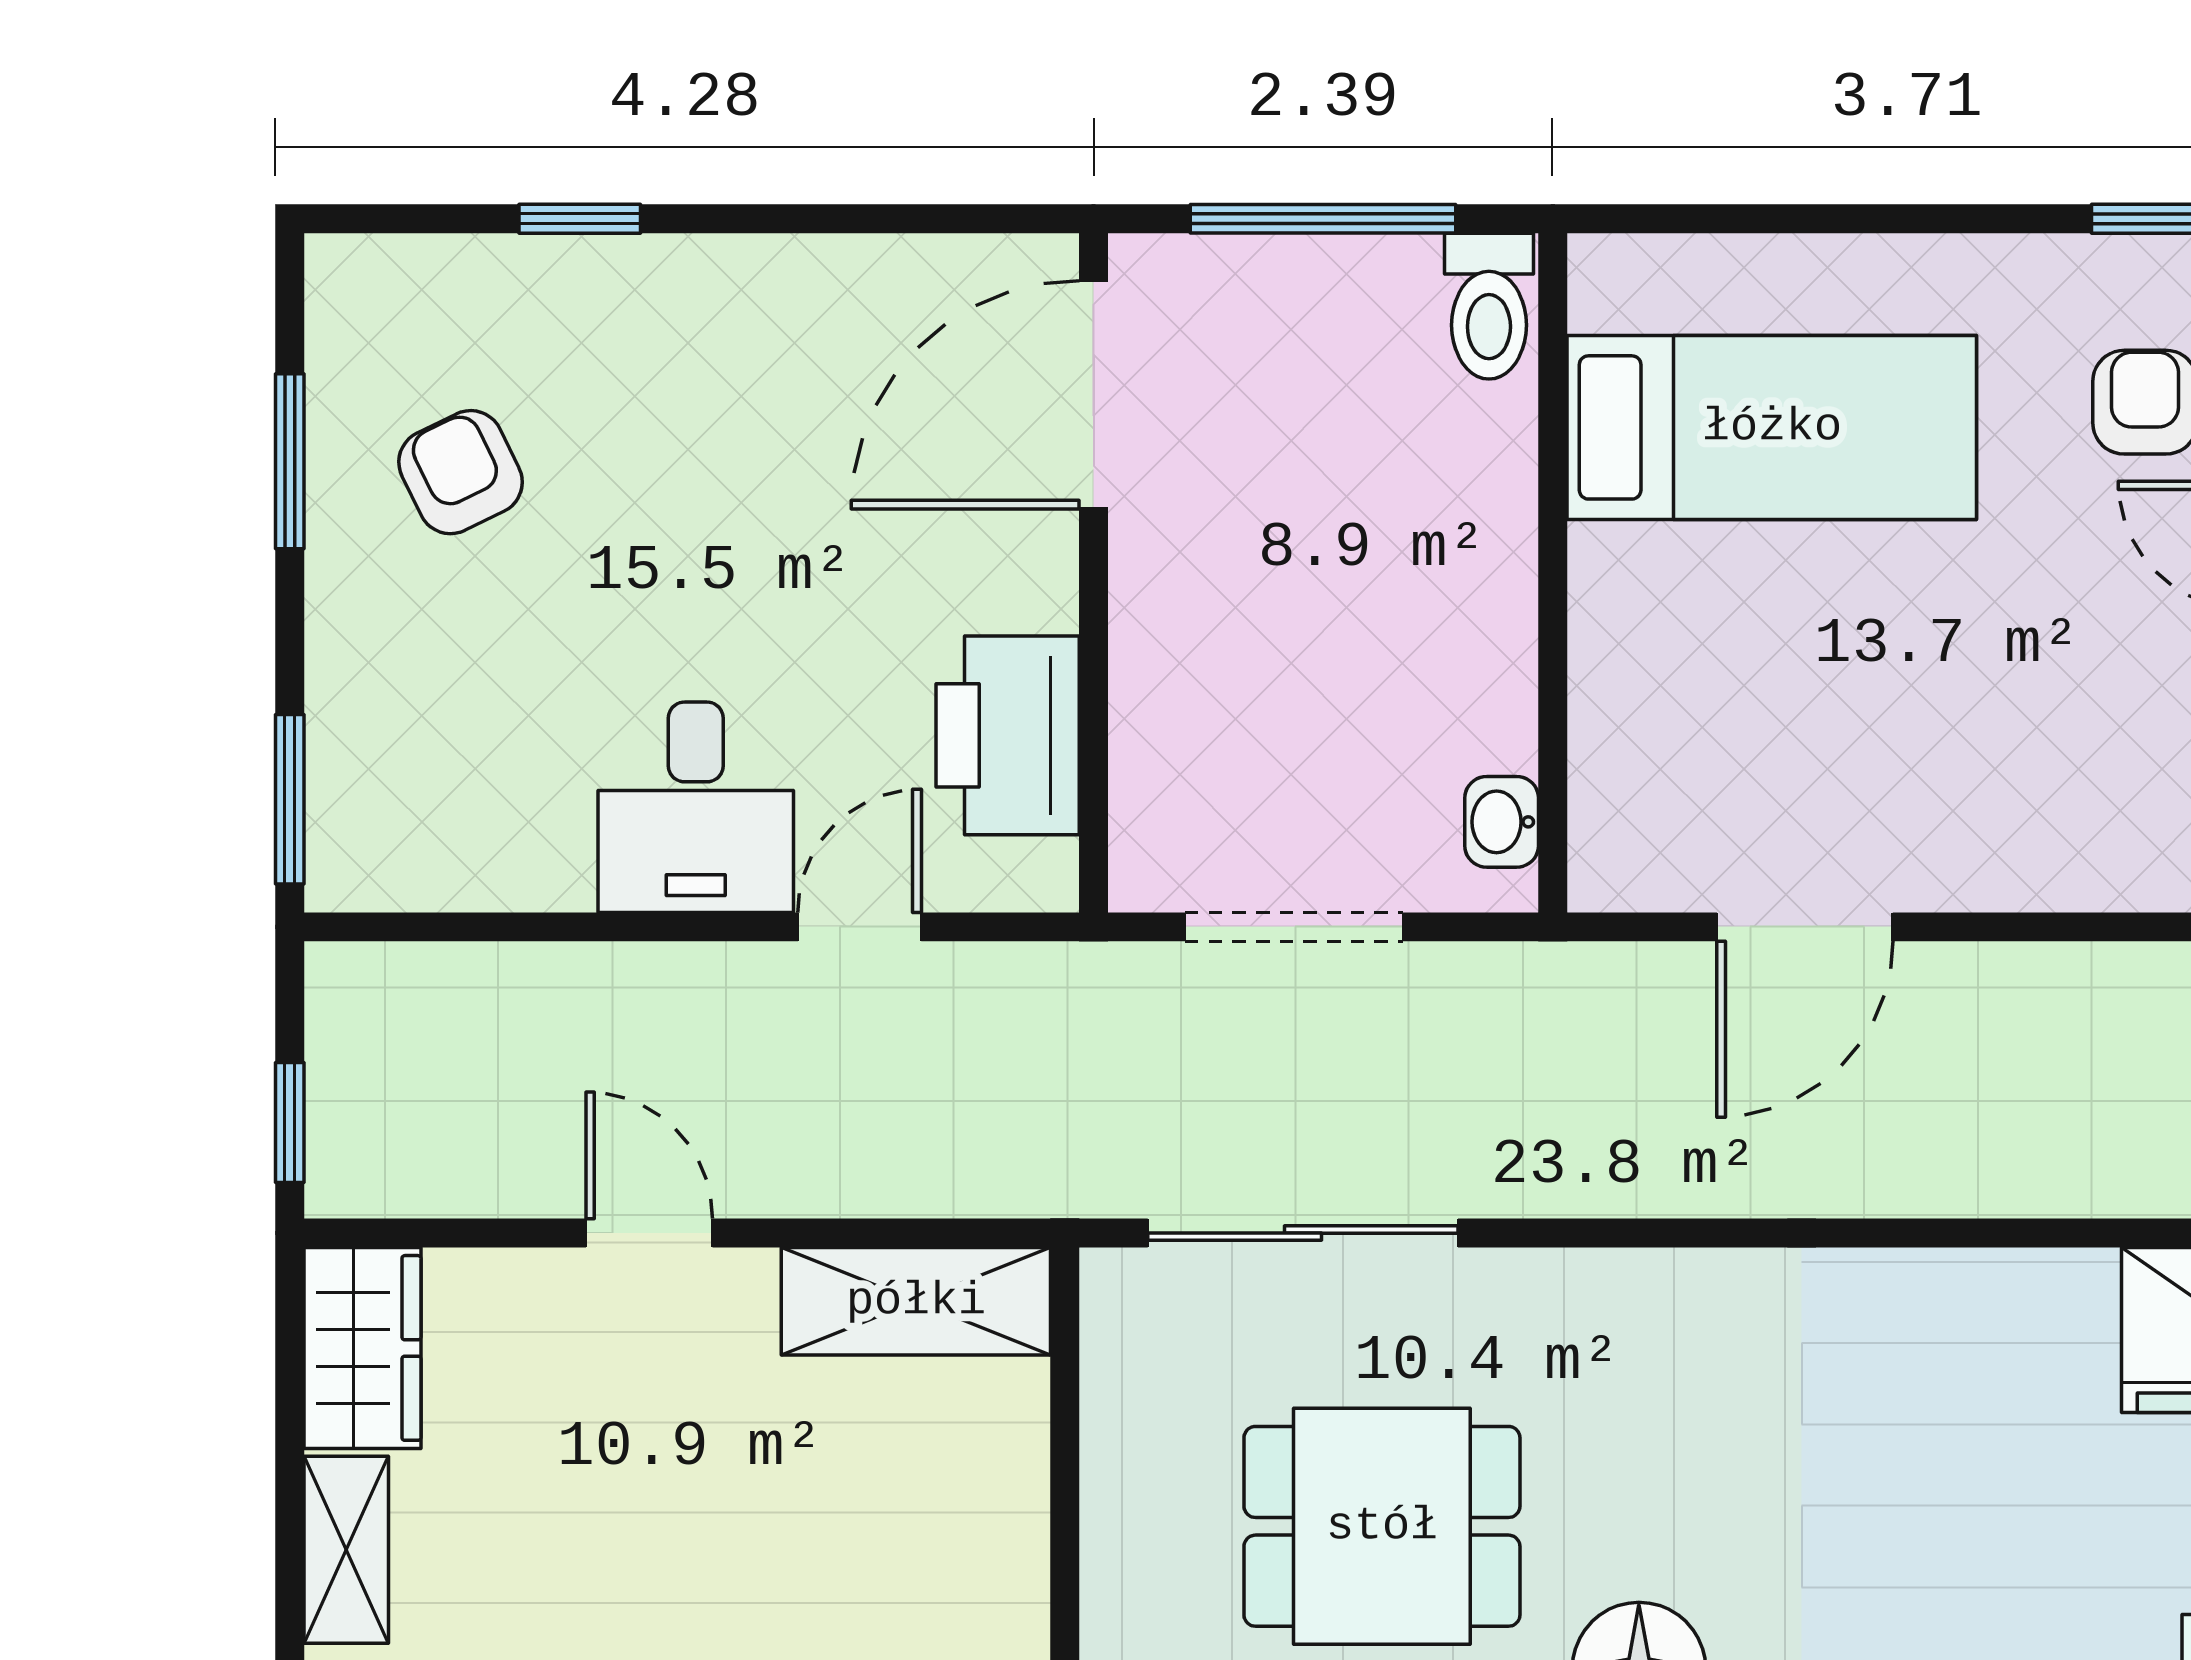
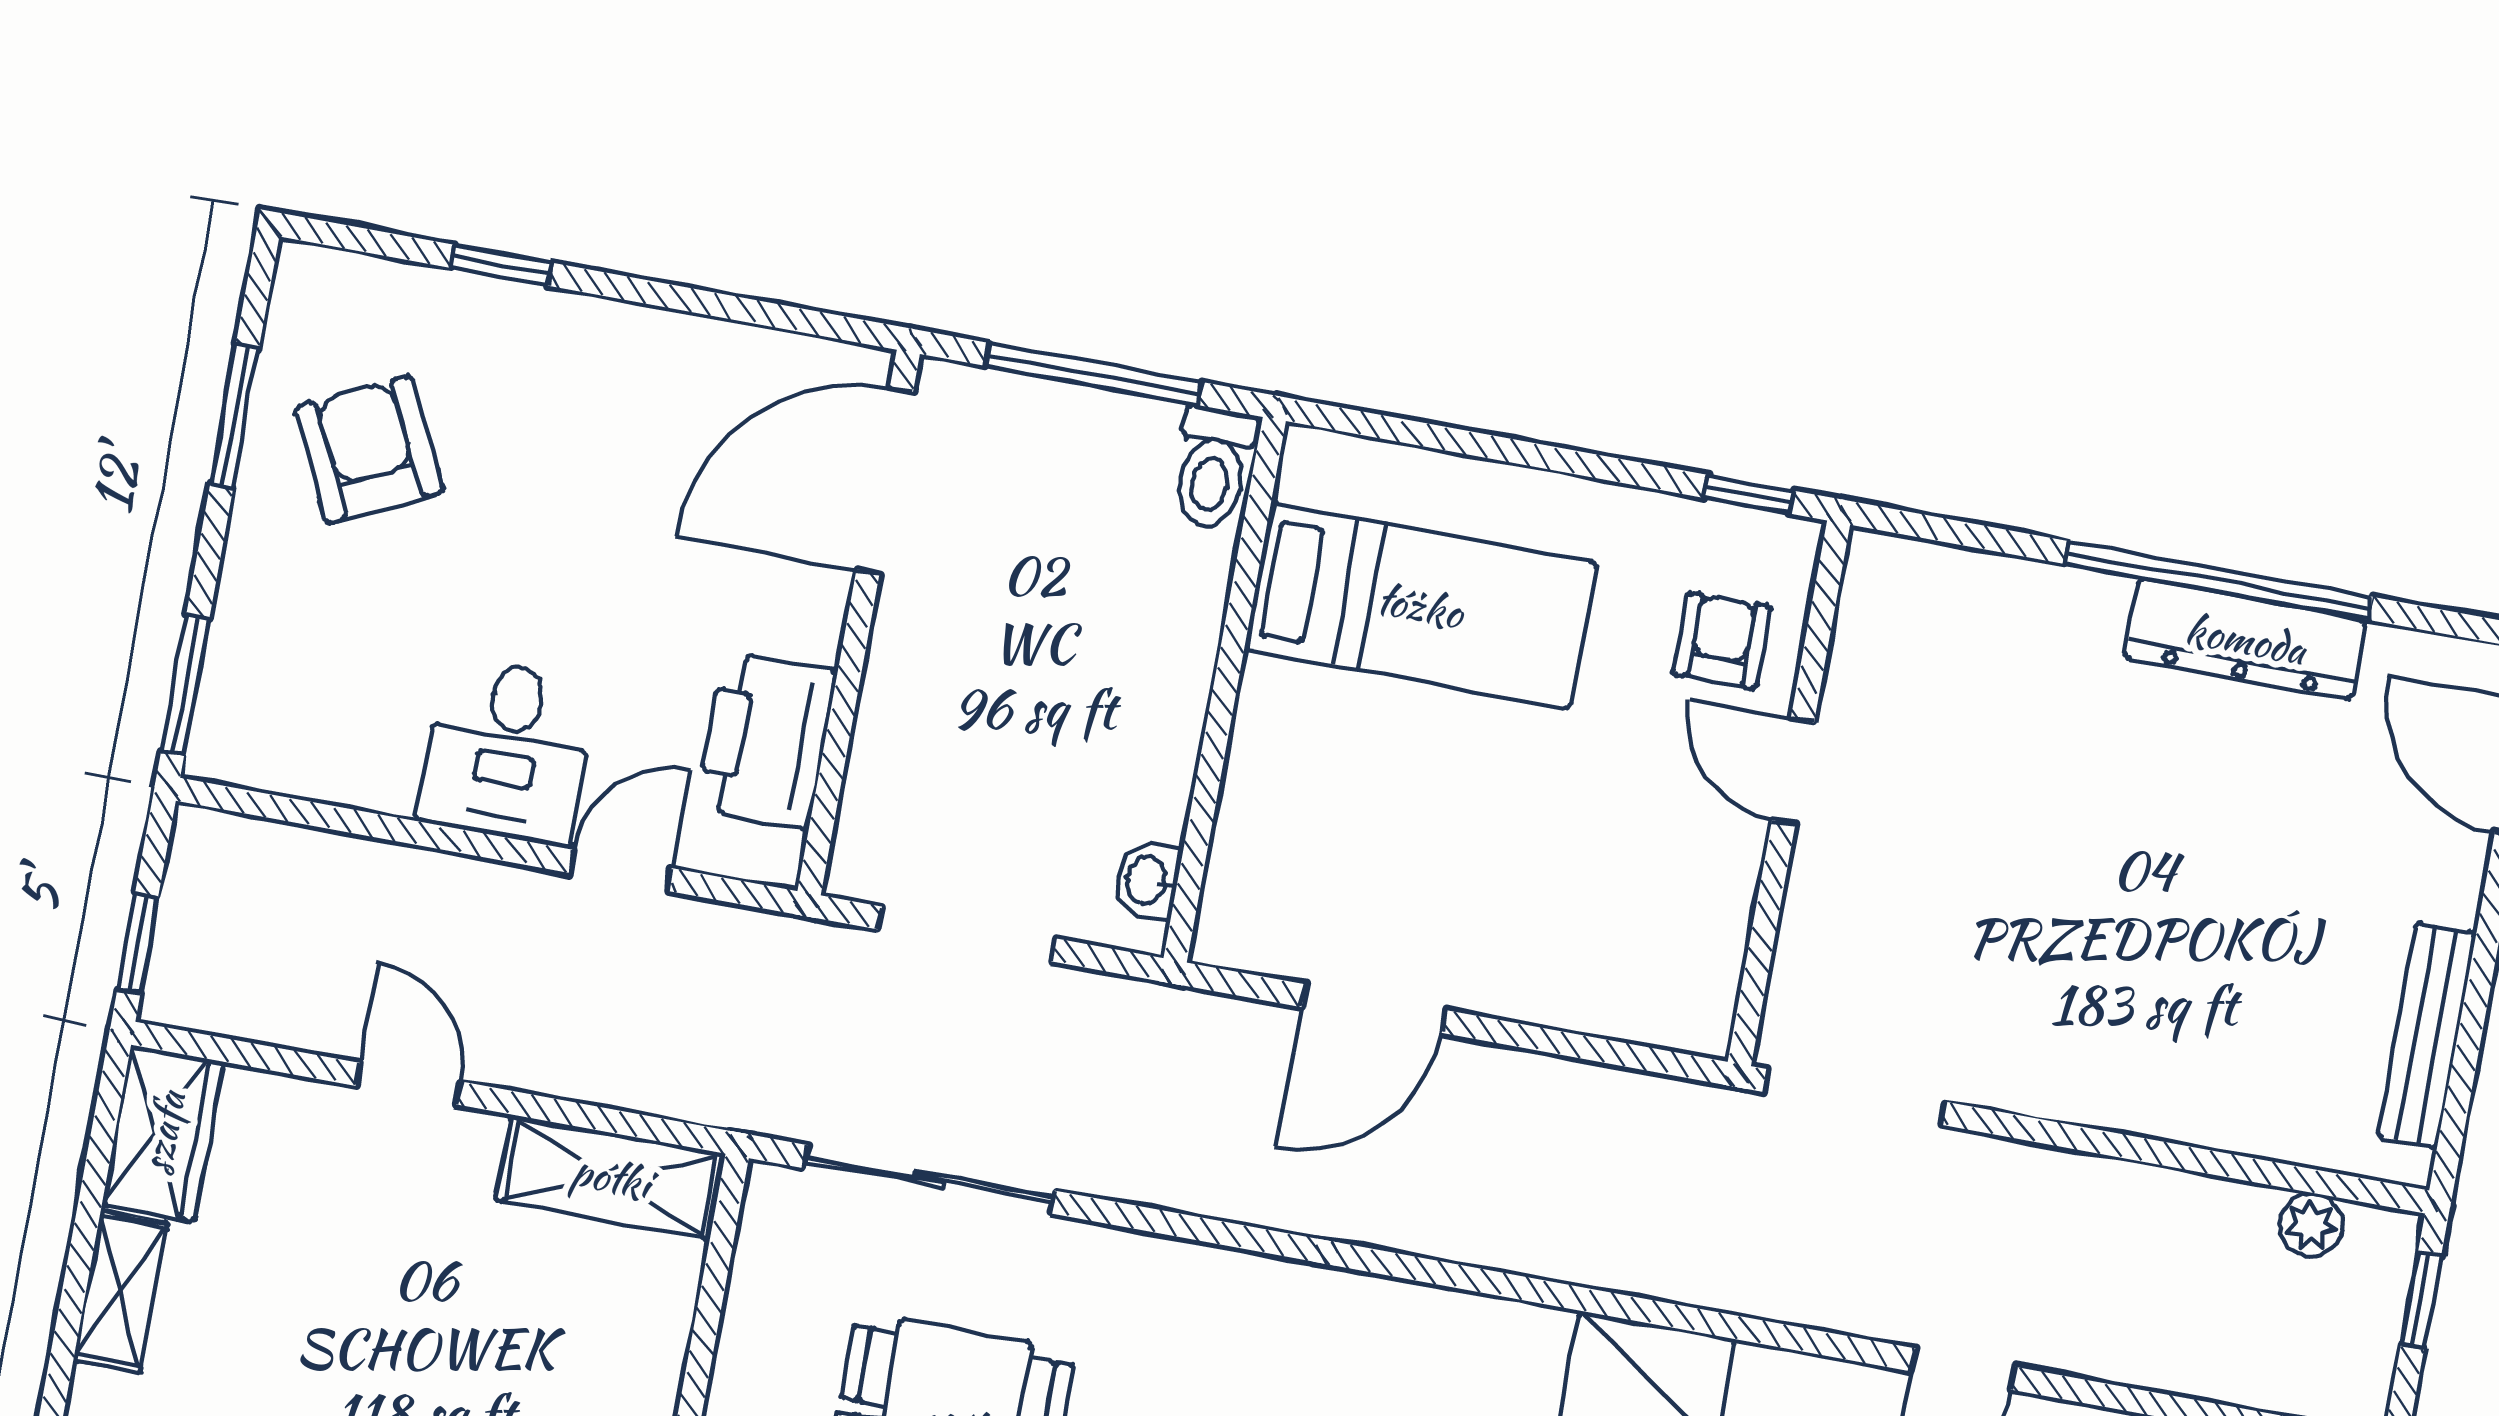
armchair: (461, 472) -> (369, 450), width x1.38, depth x1.38

